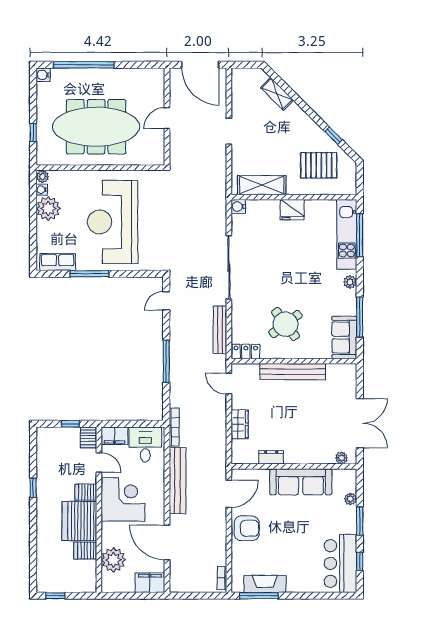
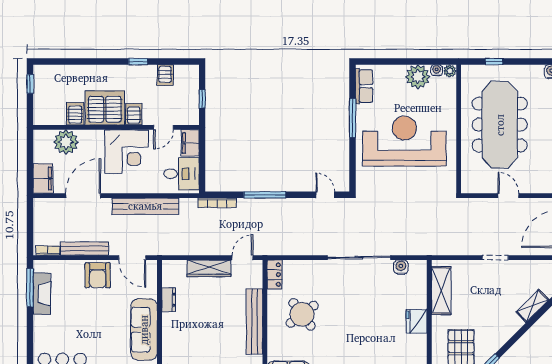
water cooler: (238, 206) -> (401, 267), moved
bench: (220, 330) -> (85, 249), moved
wardrobe: (240, 424) -> (209, 268), width x1.50
bookcase: (174, 427) -> (217, 203), moved
server rack: (88, 437) -> (165, 75), moved, turned -90

